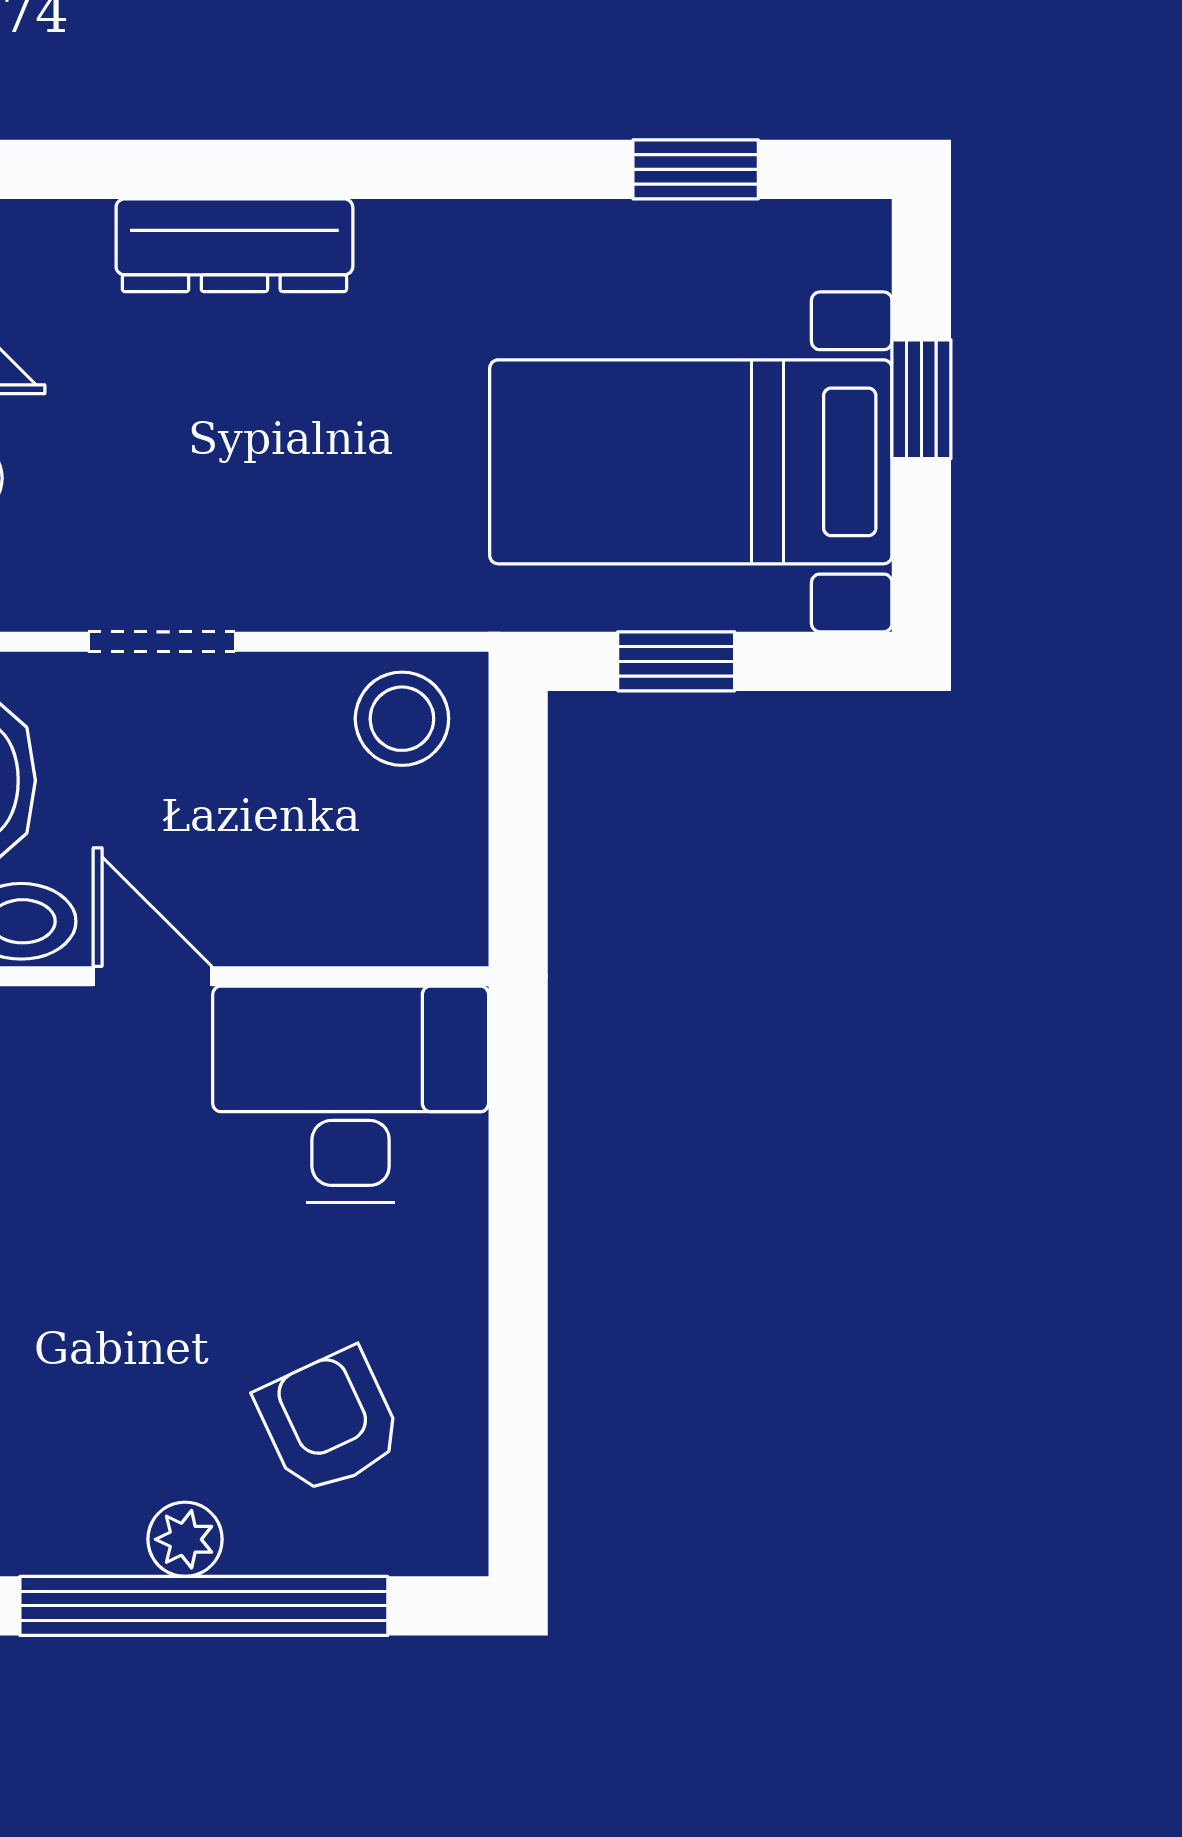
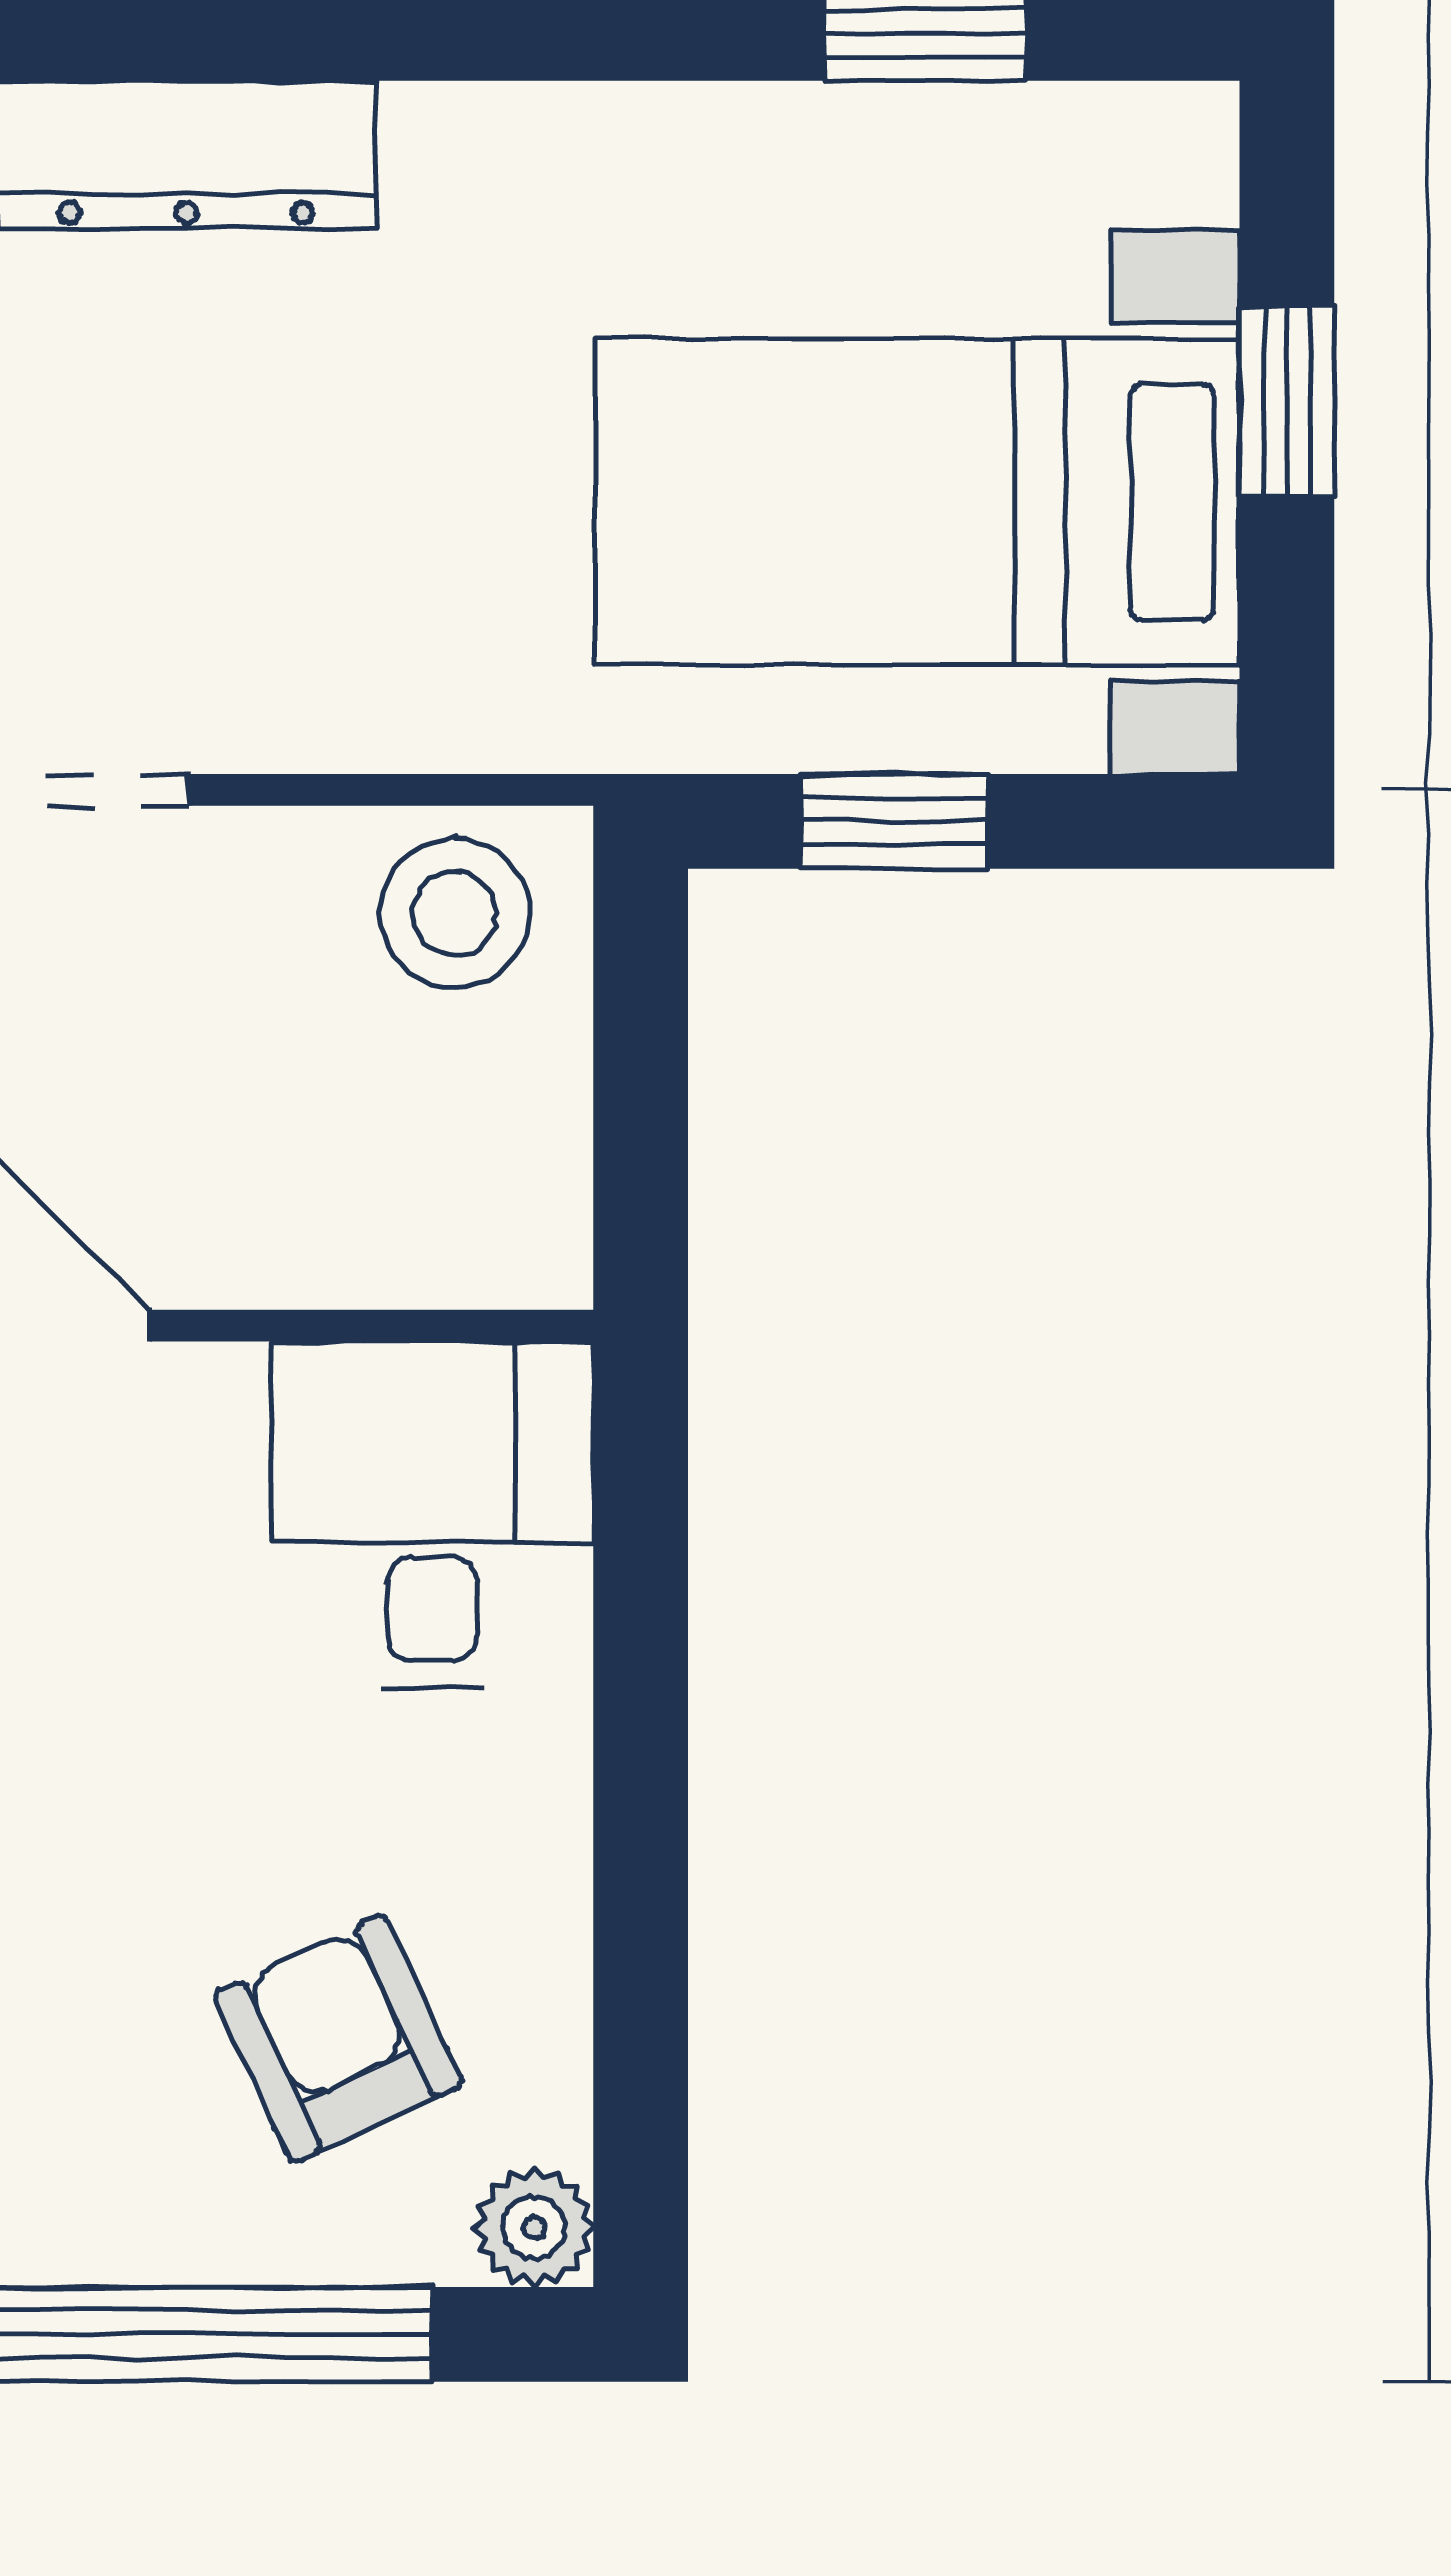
desk: (351, 1094) -> (432, 1515), width x0.73
plant: (185, 1539) -> (534, 2228), moved

